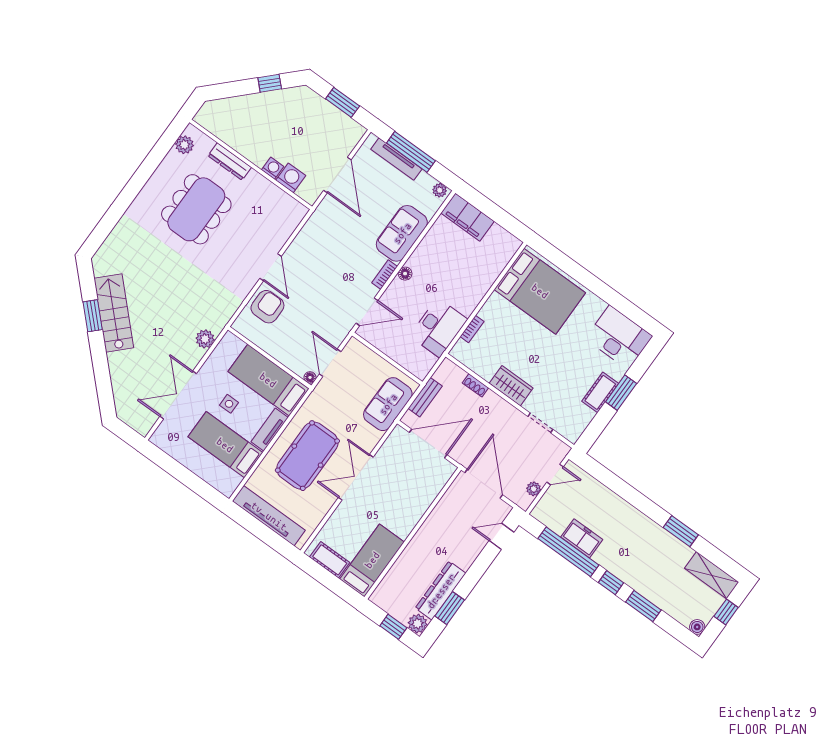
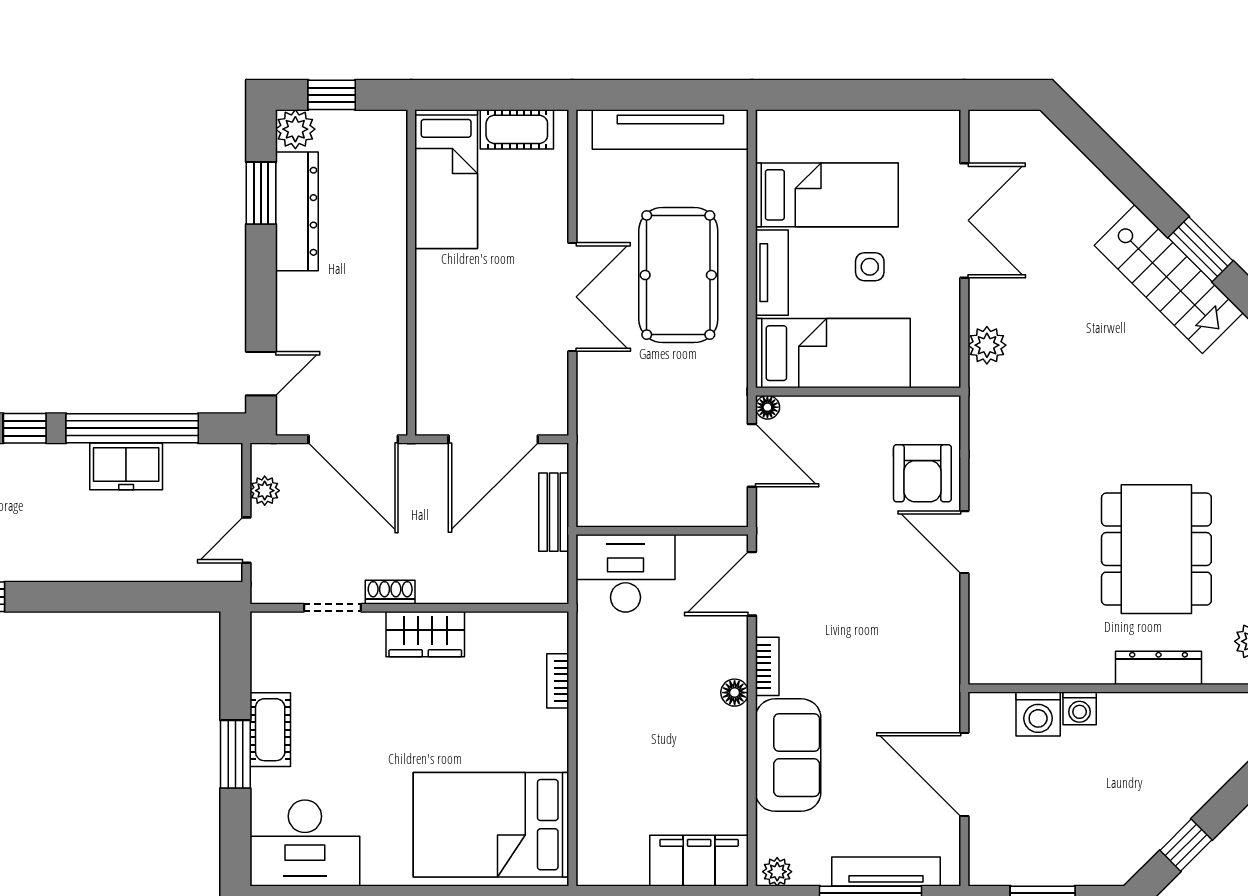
desk: (439, 328) -> (625, 573), moved, turned 90
shoe rack: (475, 385) -> (390, 592), moved
sofa: (388, 404) -> (607, 456), removed

